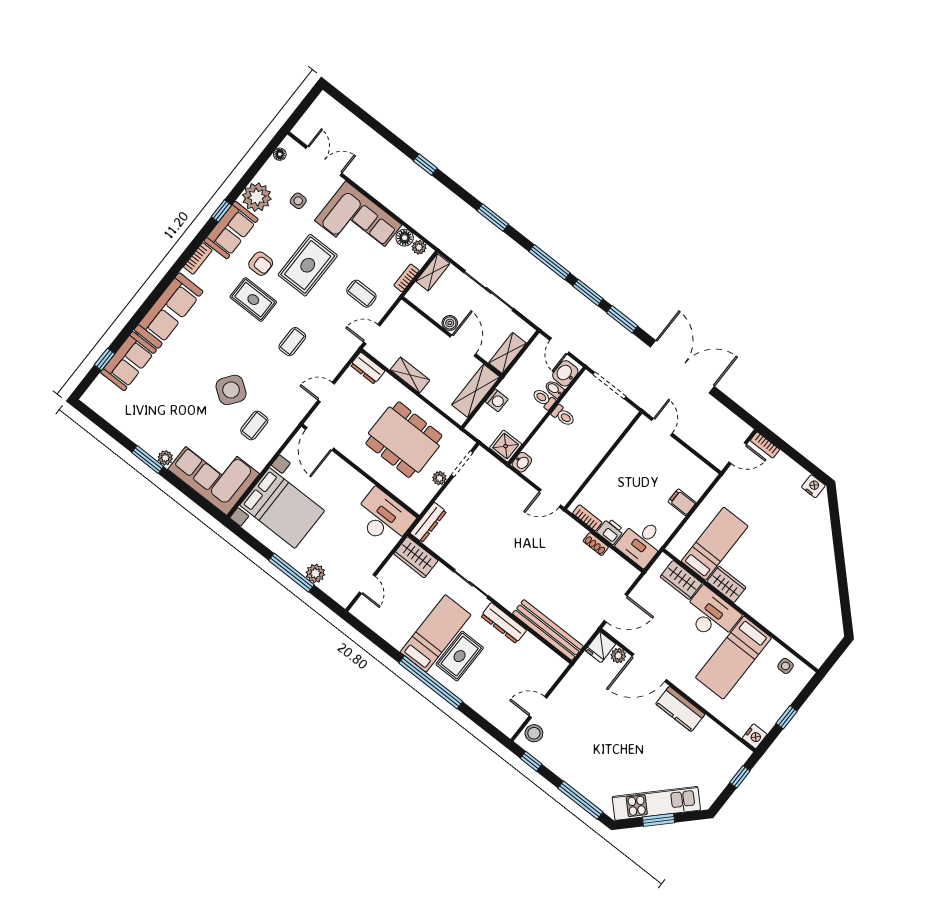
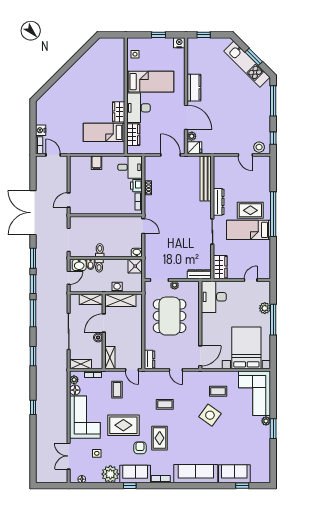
shelving: (410, 375) -> (110, 358), moved
nightstand: (813, 486) -> (41, 130), moved

